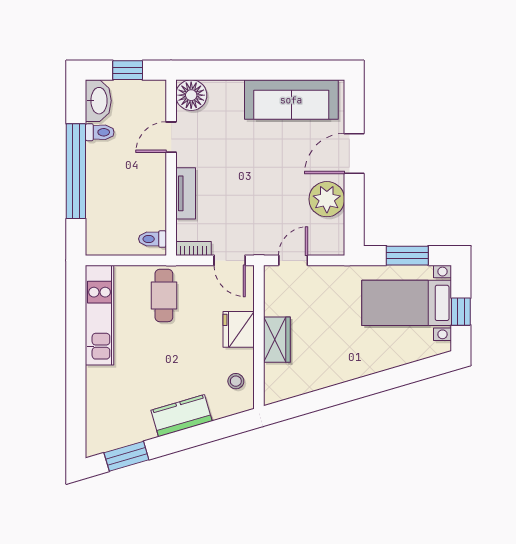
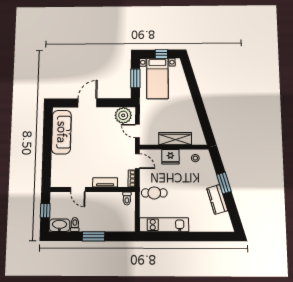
floor lamp: (191, 95) -> (58, 180), removed
door: (354, 154) -> (87, 103), swing flipped
window: (76, 171) -> (94, 236), width x0.47
plant: (327, 199) -> (123, 115), moved
door: (230, 260) -> (137, 161), hinge flipped
wardrobe: (277, 340) -> (175, 139), width x1.50
kitchen counter: (182, 416) -> (217, 199), moved
window: (126, 456) -> (224, 183), moved

